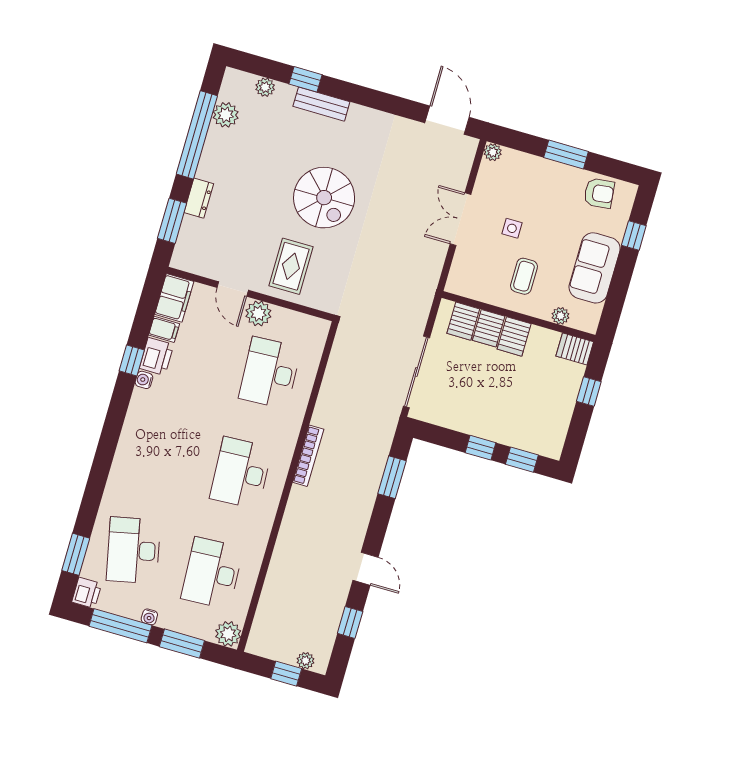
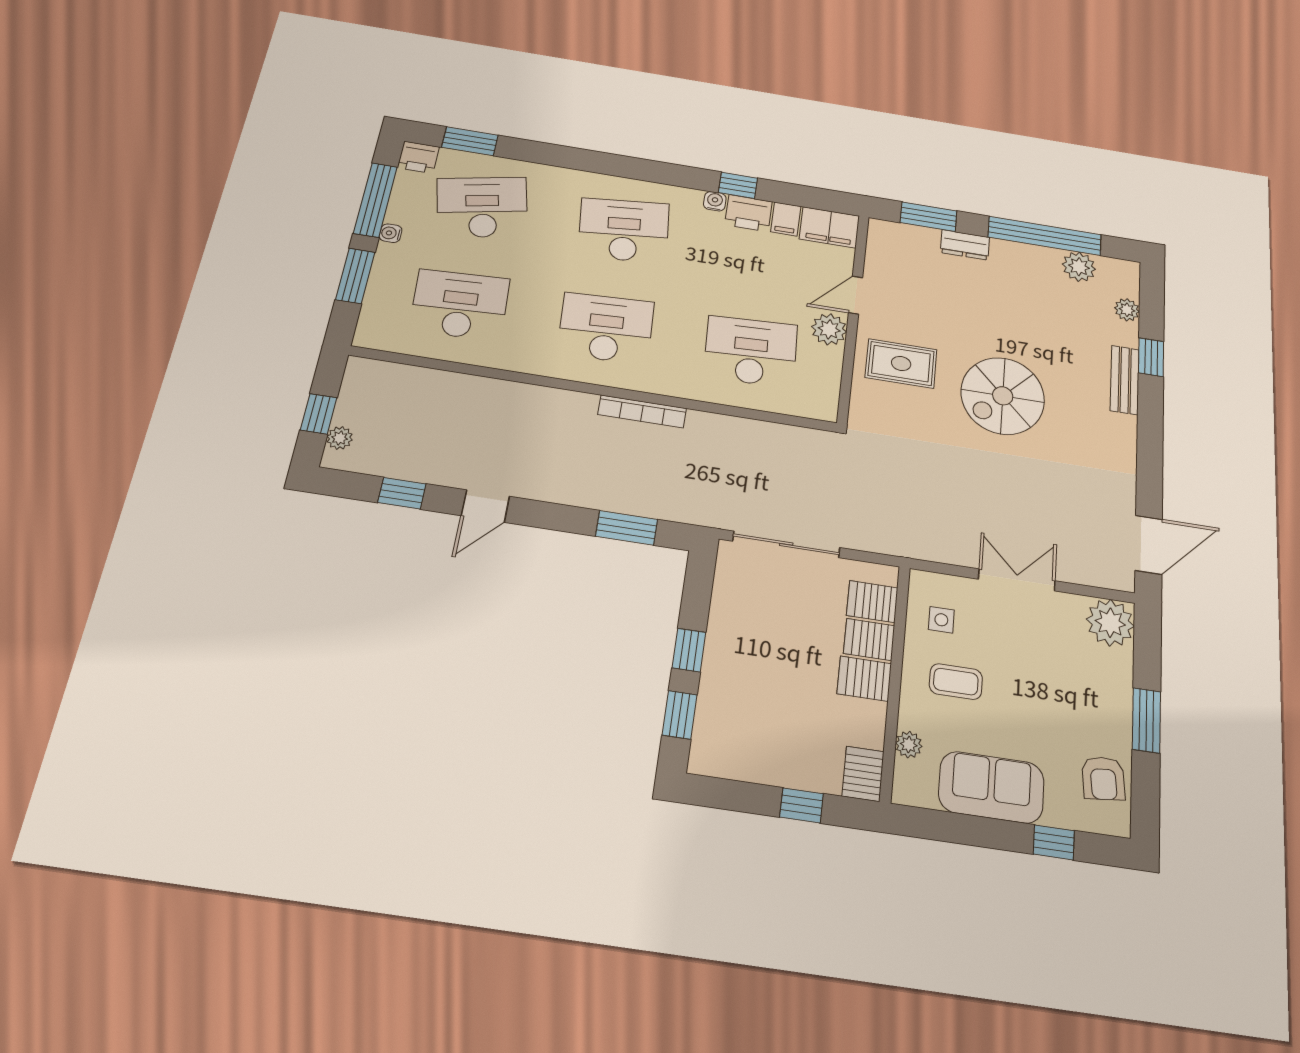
plant: (493, 152) -> (1110, 623), width x1.87, depth x1.87
side table: (512, 228) -> (941, 620), moved
desk: (162, 450) -> (624, 230), added
plant: (228, 634) -> (373, 333), removed

